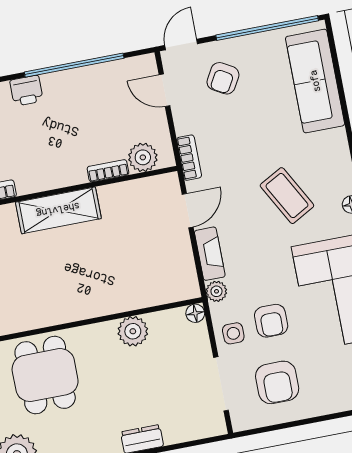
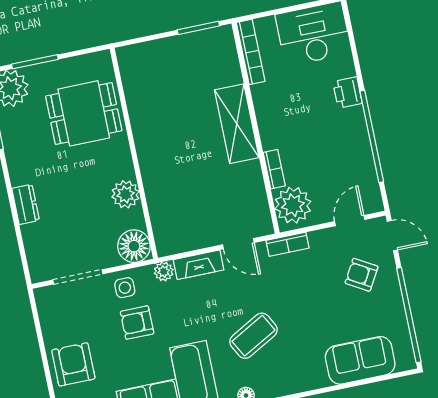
sofa: (315, 81) -> (360, 360), width x0.73
plant: (143, 157) -> (293, 205), width x1.36, depth x1.36
floor lamp: (195, 313) -> (134, 246), width x1.89, depth x1.89
armchair: (277, 382) -> (73, 364), moved, turned 90

